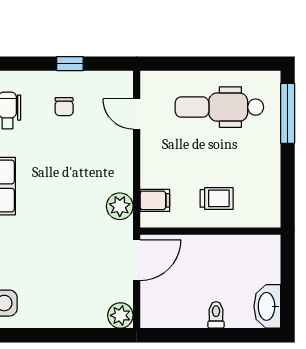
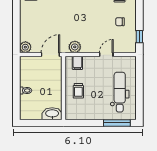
window: (70, 64) -> (139, 37), moved
door: (137, 114) -> (106, 55), moved
door: (137, 260) -> (50, 55), swing flipped
washbasin: (267, 306) -> (52, 114), moved

